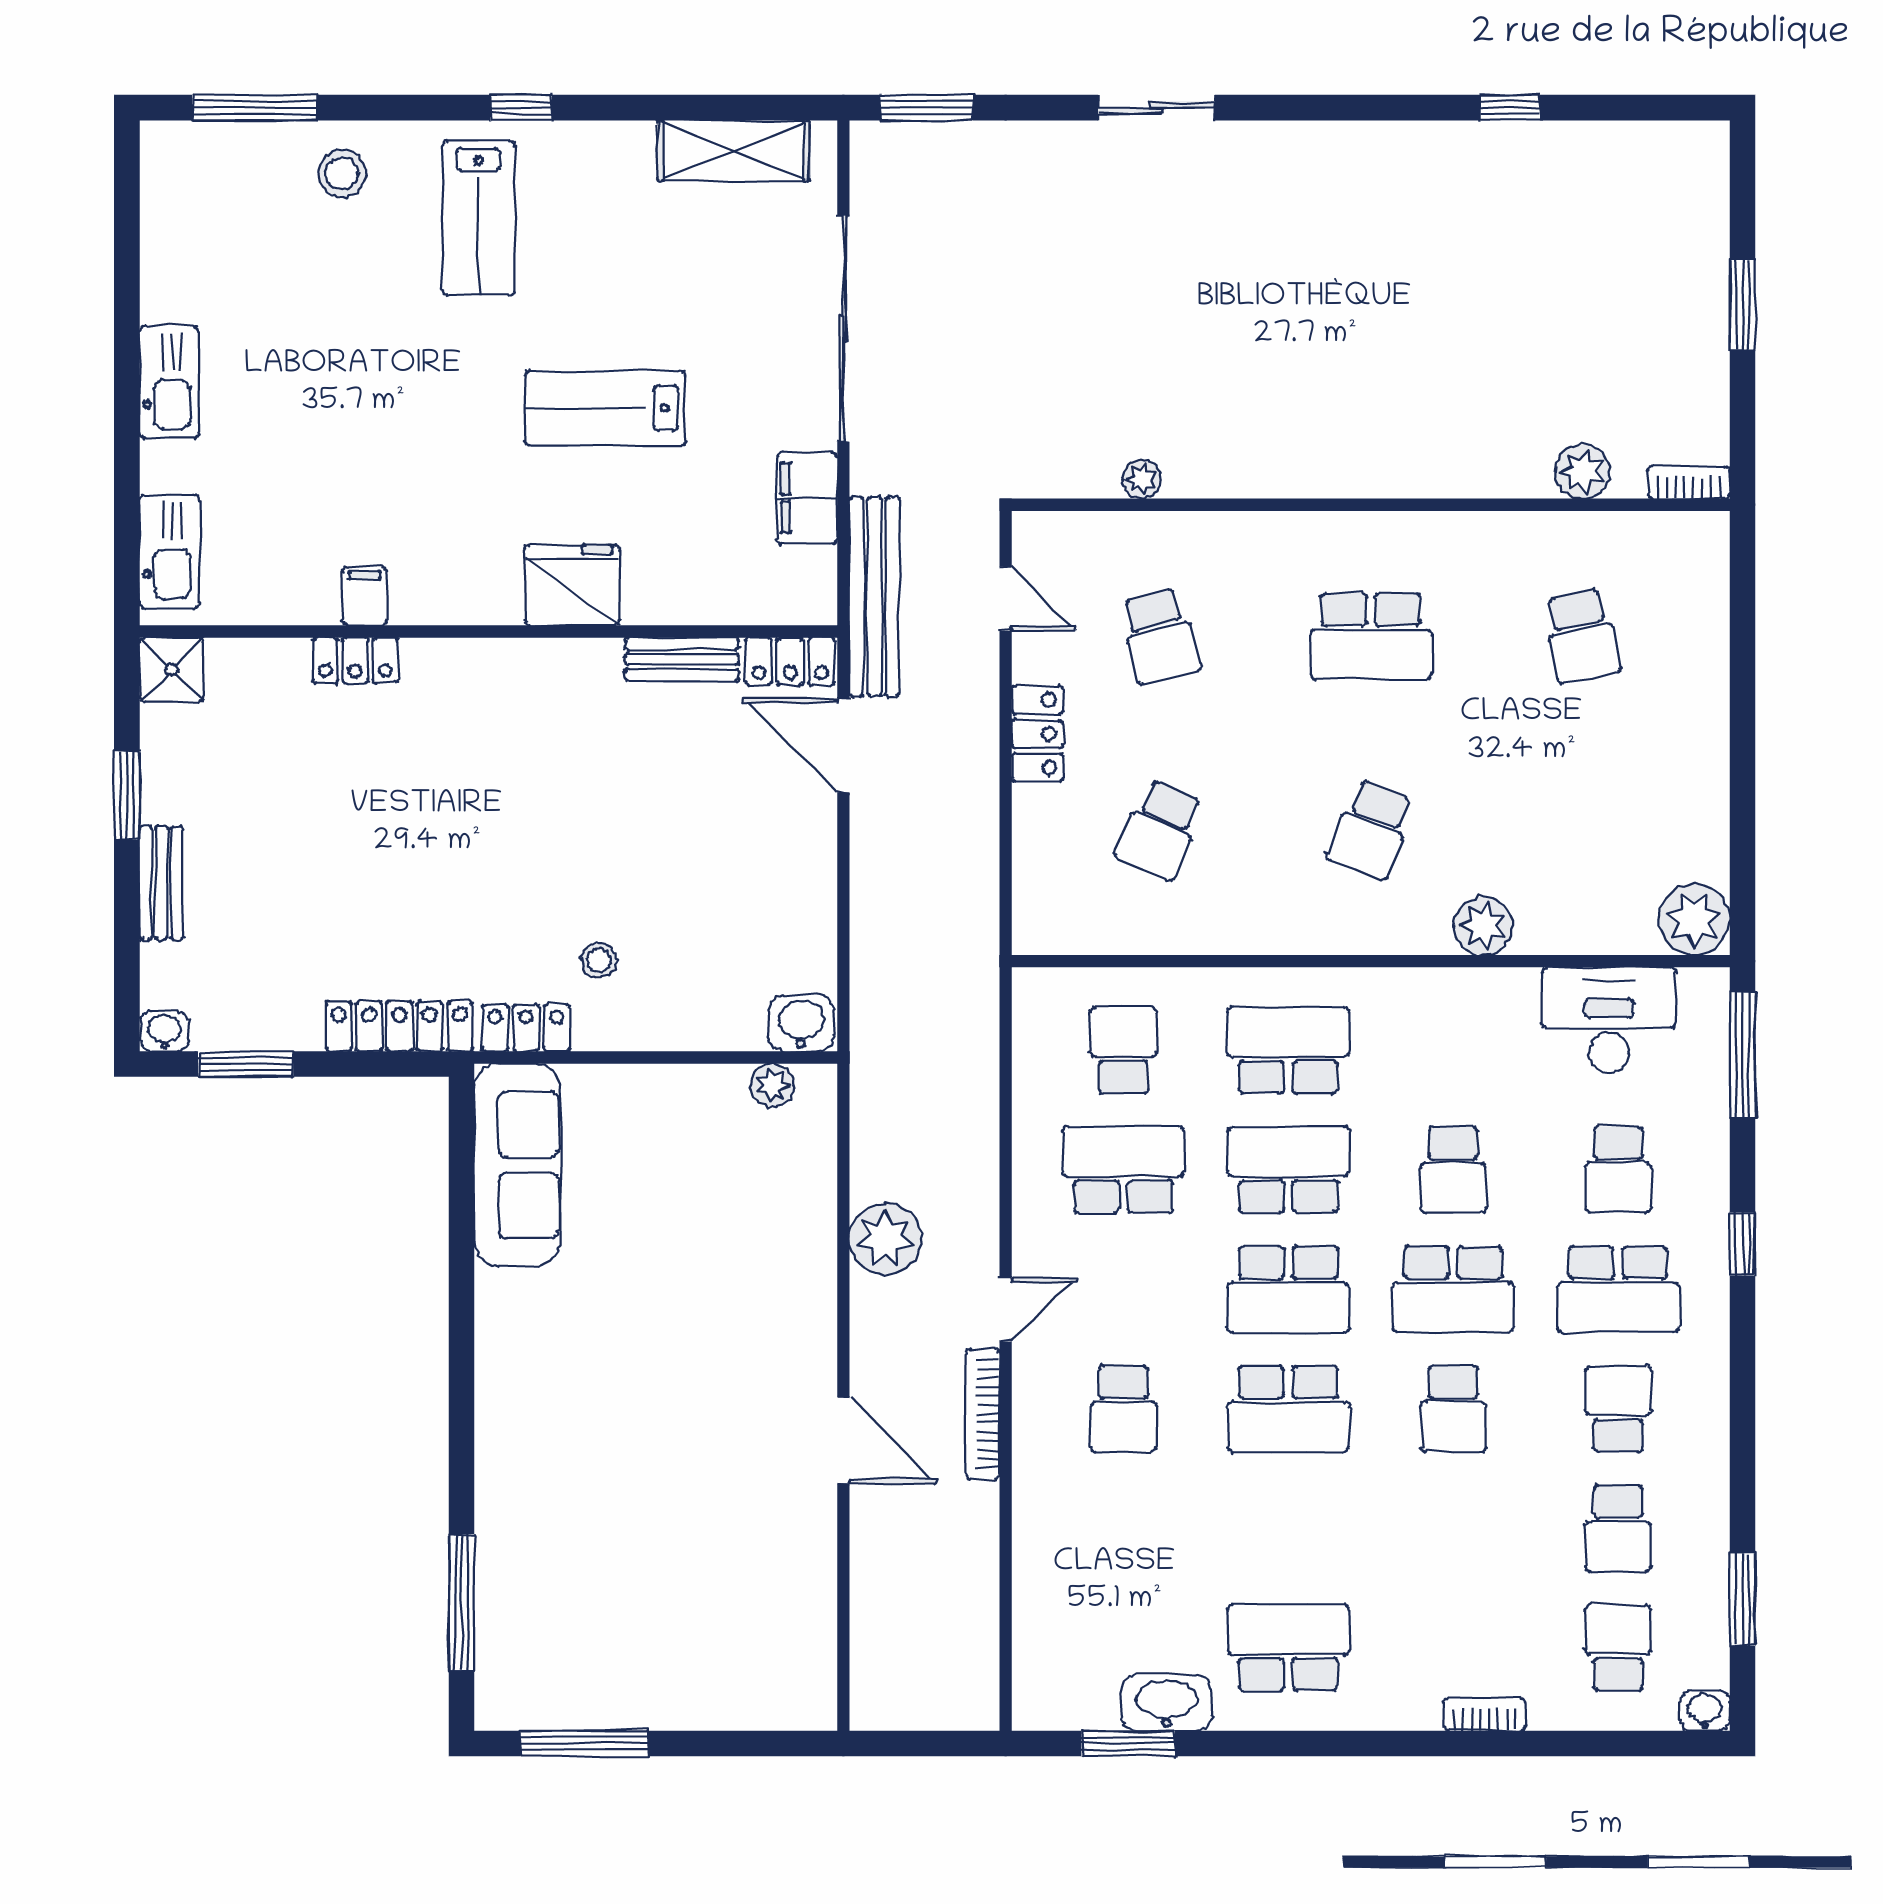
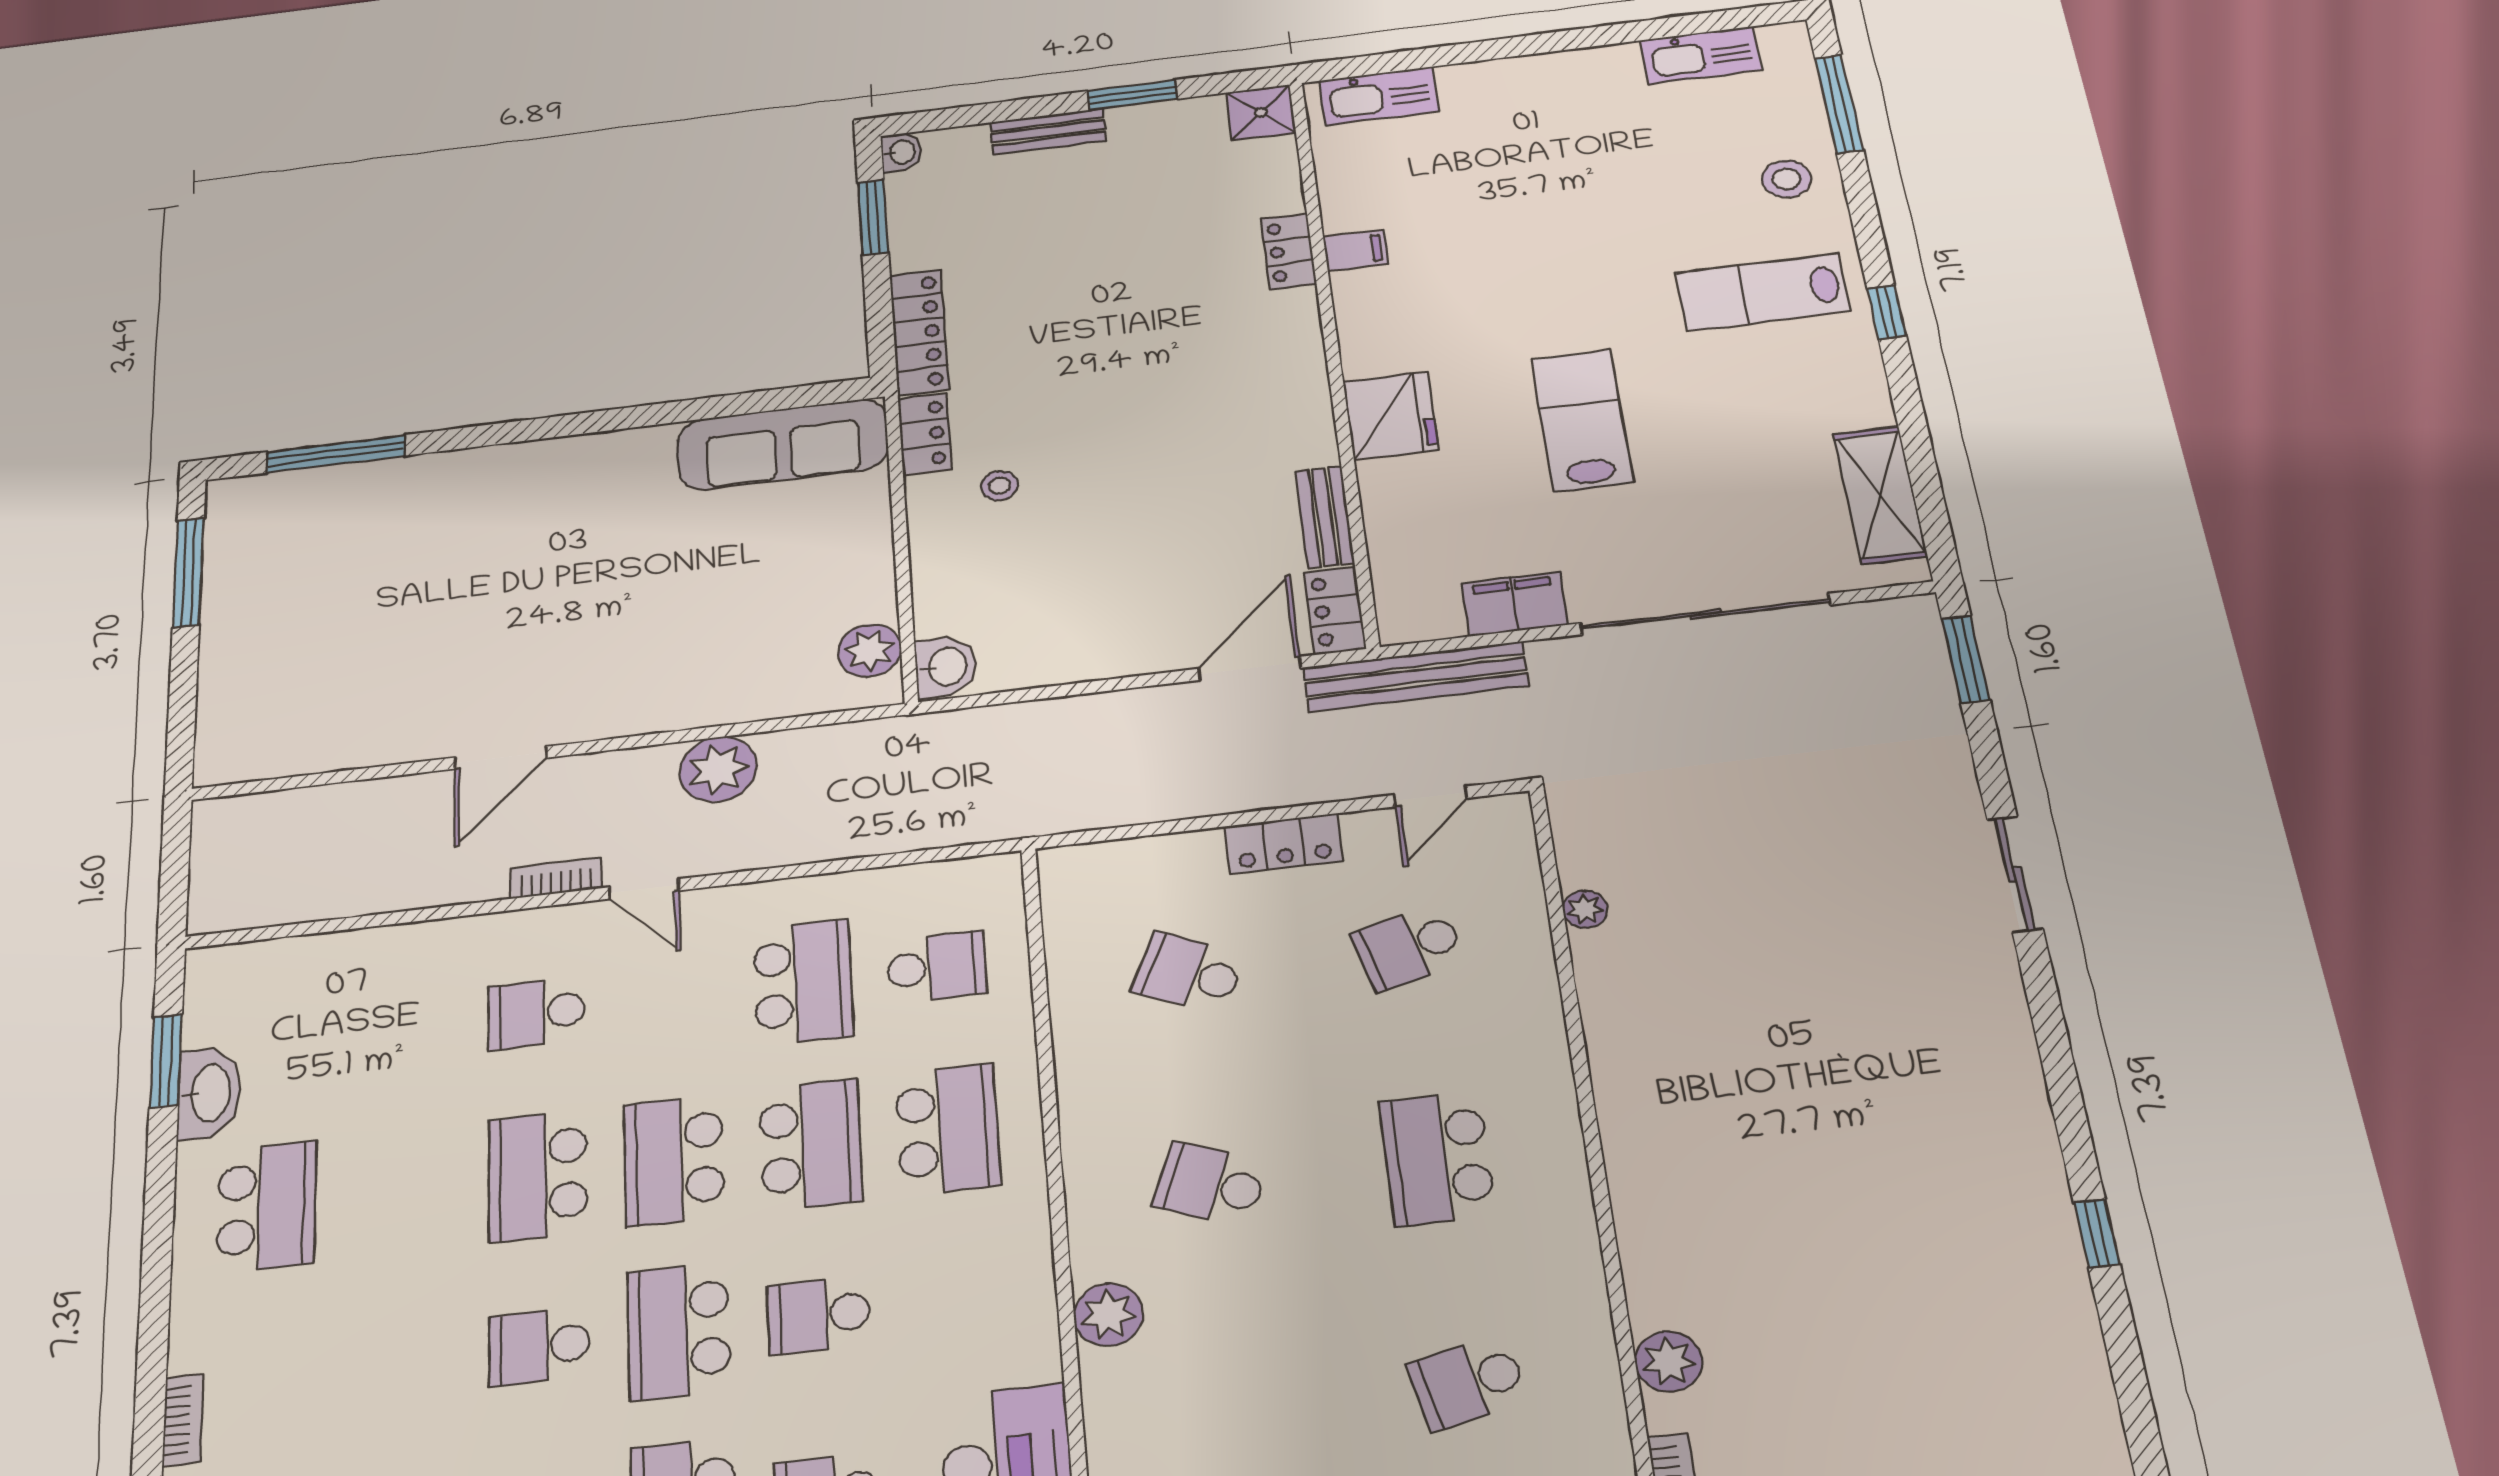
kitchen sink: (169, 382) -> (1701, 55), moved
plant: (772, 1085) -> (869, 650), width x1.38, depth x1.38
bookcase: (983, 1414) -> (556, 878), width x0.64

